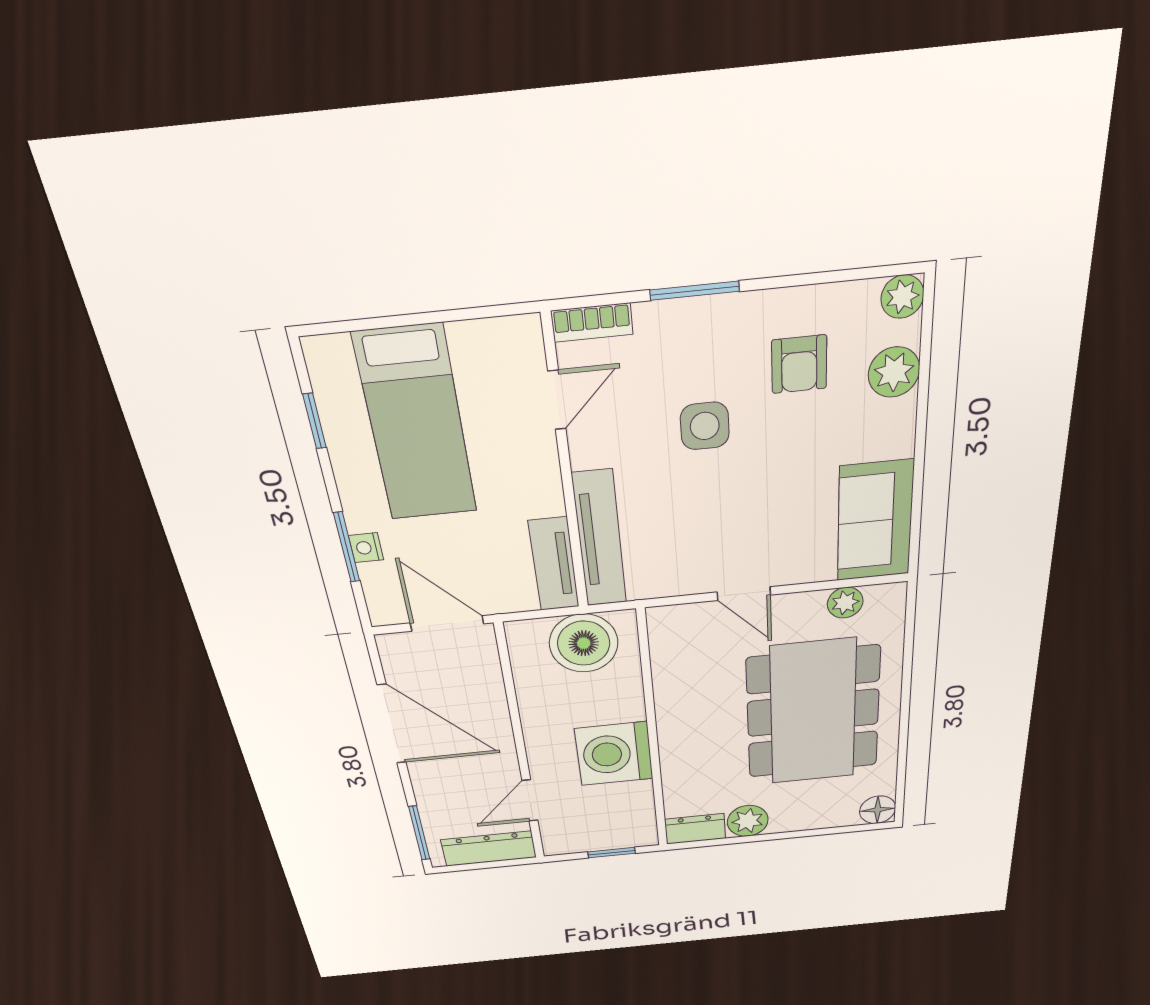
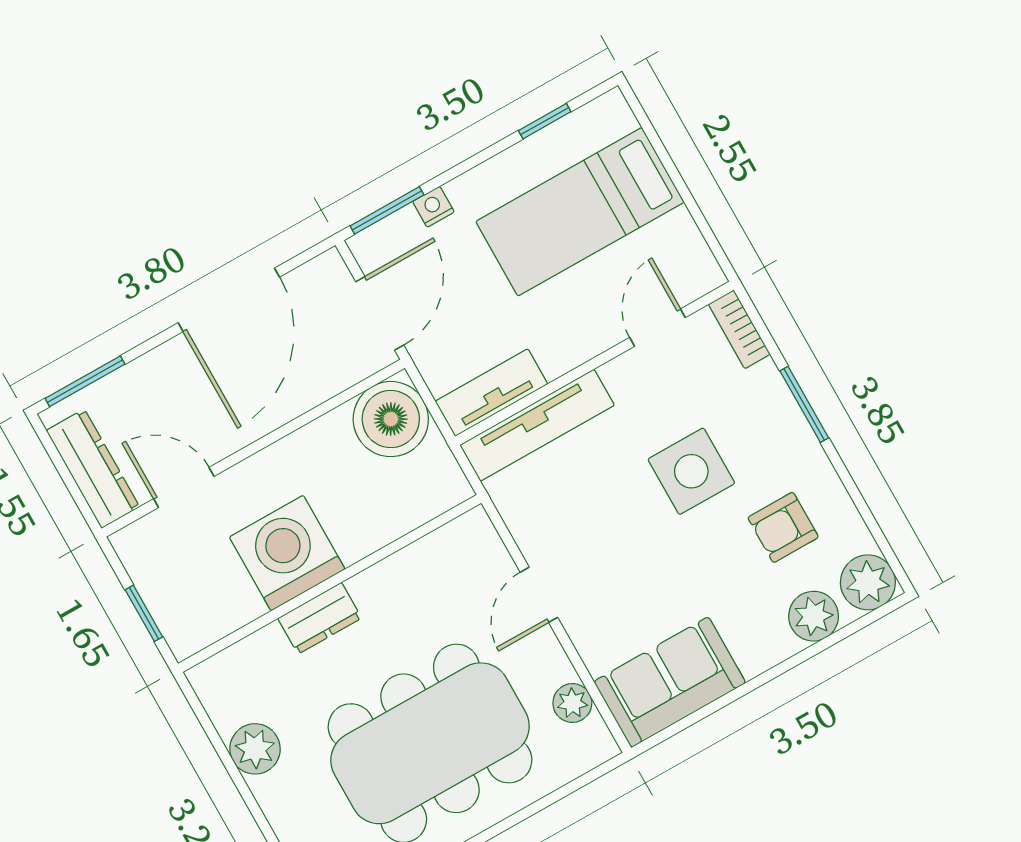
plant: (902, 297) -> (868, 582), width x1.38, depth x1.38
door: (557, 400) -> (658, 328), swing flipped
side table: (705, 426) -> (691, 471), width x1.37, depth x1.37
window: (347, 547) -> (387, 210), moved
boiler: (584, 643) -> (391, 419), moved
dresser: (695, 829) -> (320, 618), moved, turned 90

